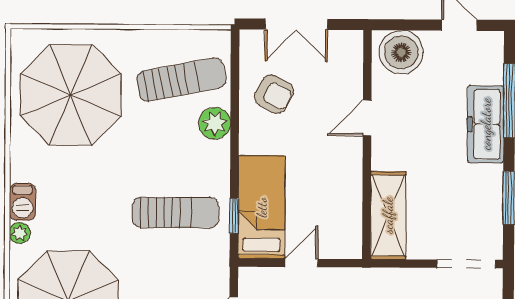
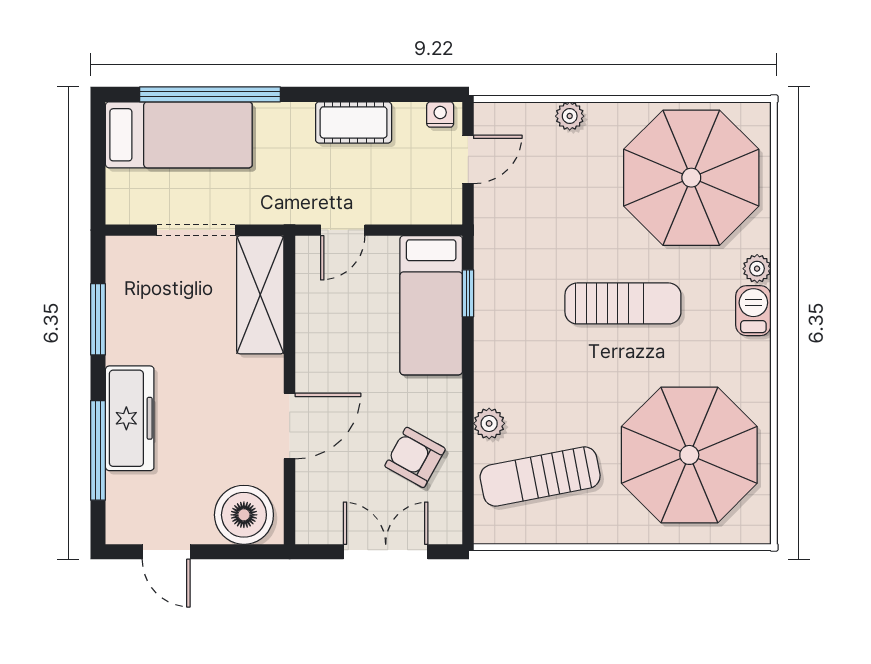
door: (367, 118) -> (290, 426), width x1.38
plant: (215, 123) -> (489, 423), width x0.73, depth x0.73
sun lounger: (175, 213) -> (623, 303), moved, turned 180
door: (301, 263) -> (343, 230), moved
doorway: (466, 264) -> (196, 230), moved

